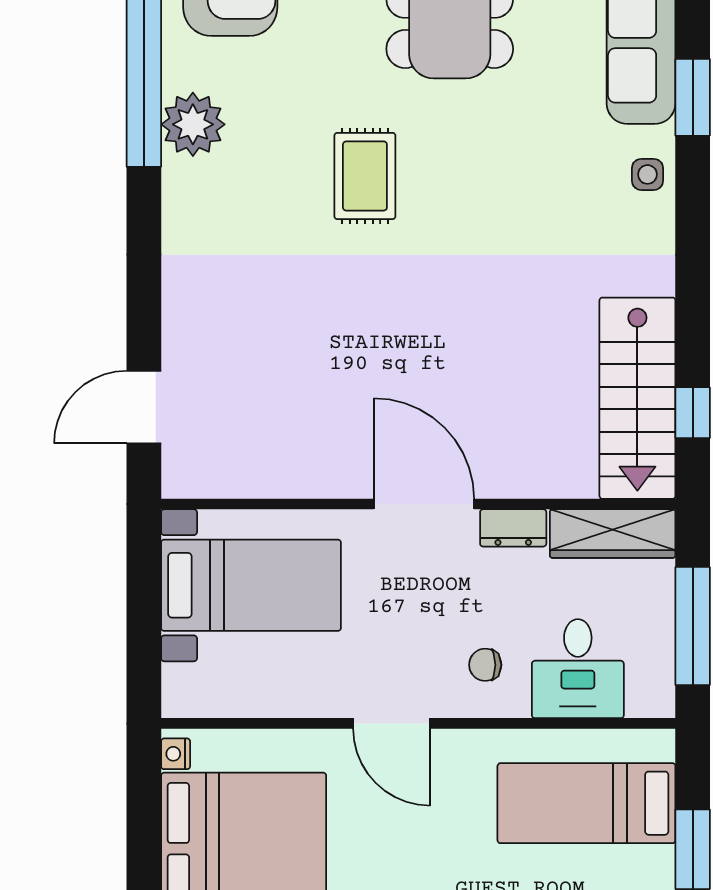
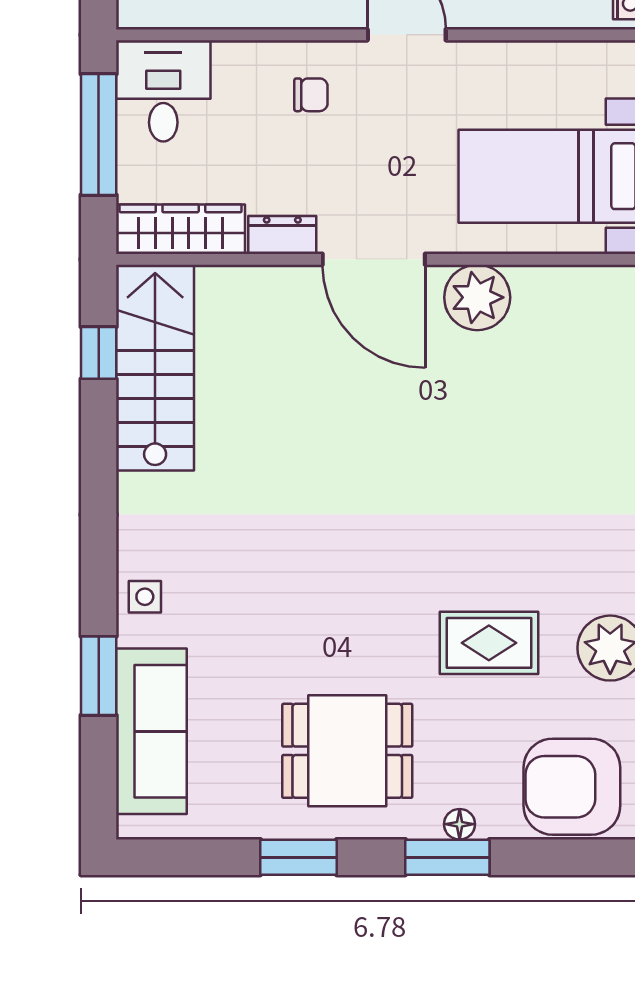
rug: (365, 176) -> (489, 643), moved, turned 90
plant: (323, 467) -> (477, 297), added
desk: (578, 669) -> (163, 91), moved

